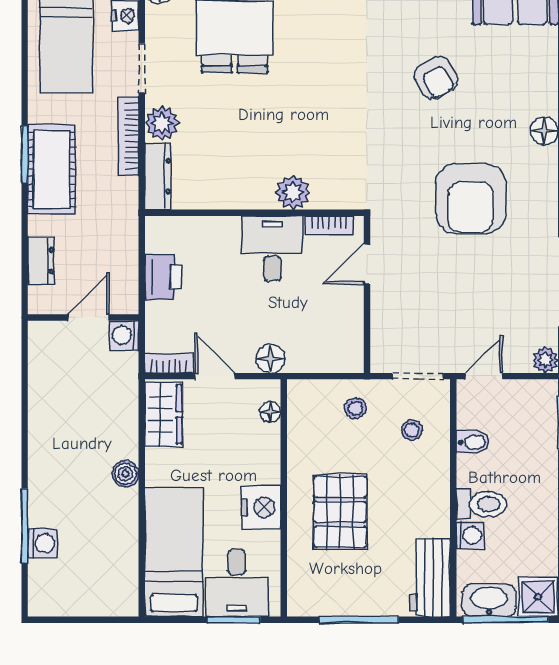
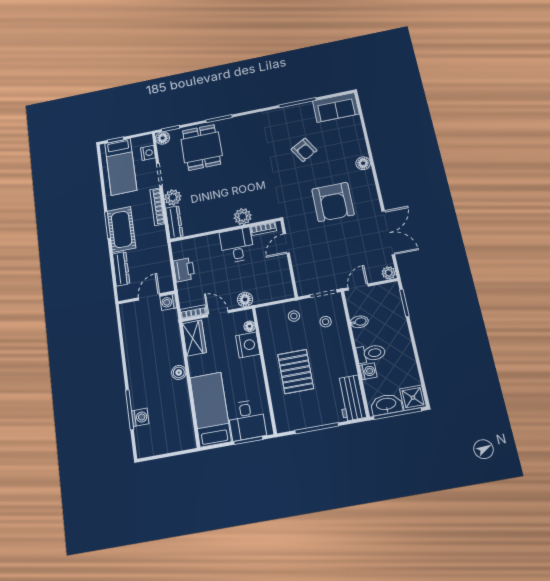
dresser: (41, 261) -> (121, 269), width x1.44
nightstand: (261, 507) -> (248, 345), moved

